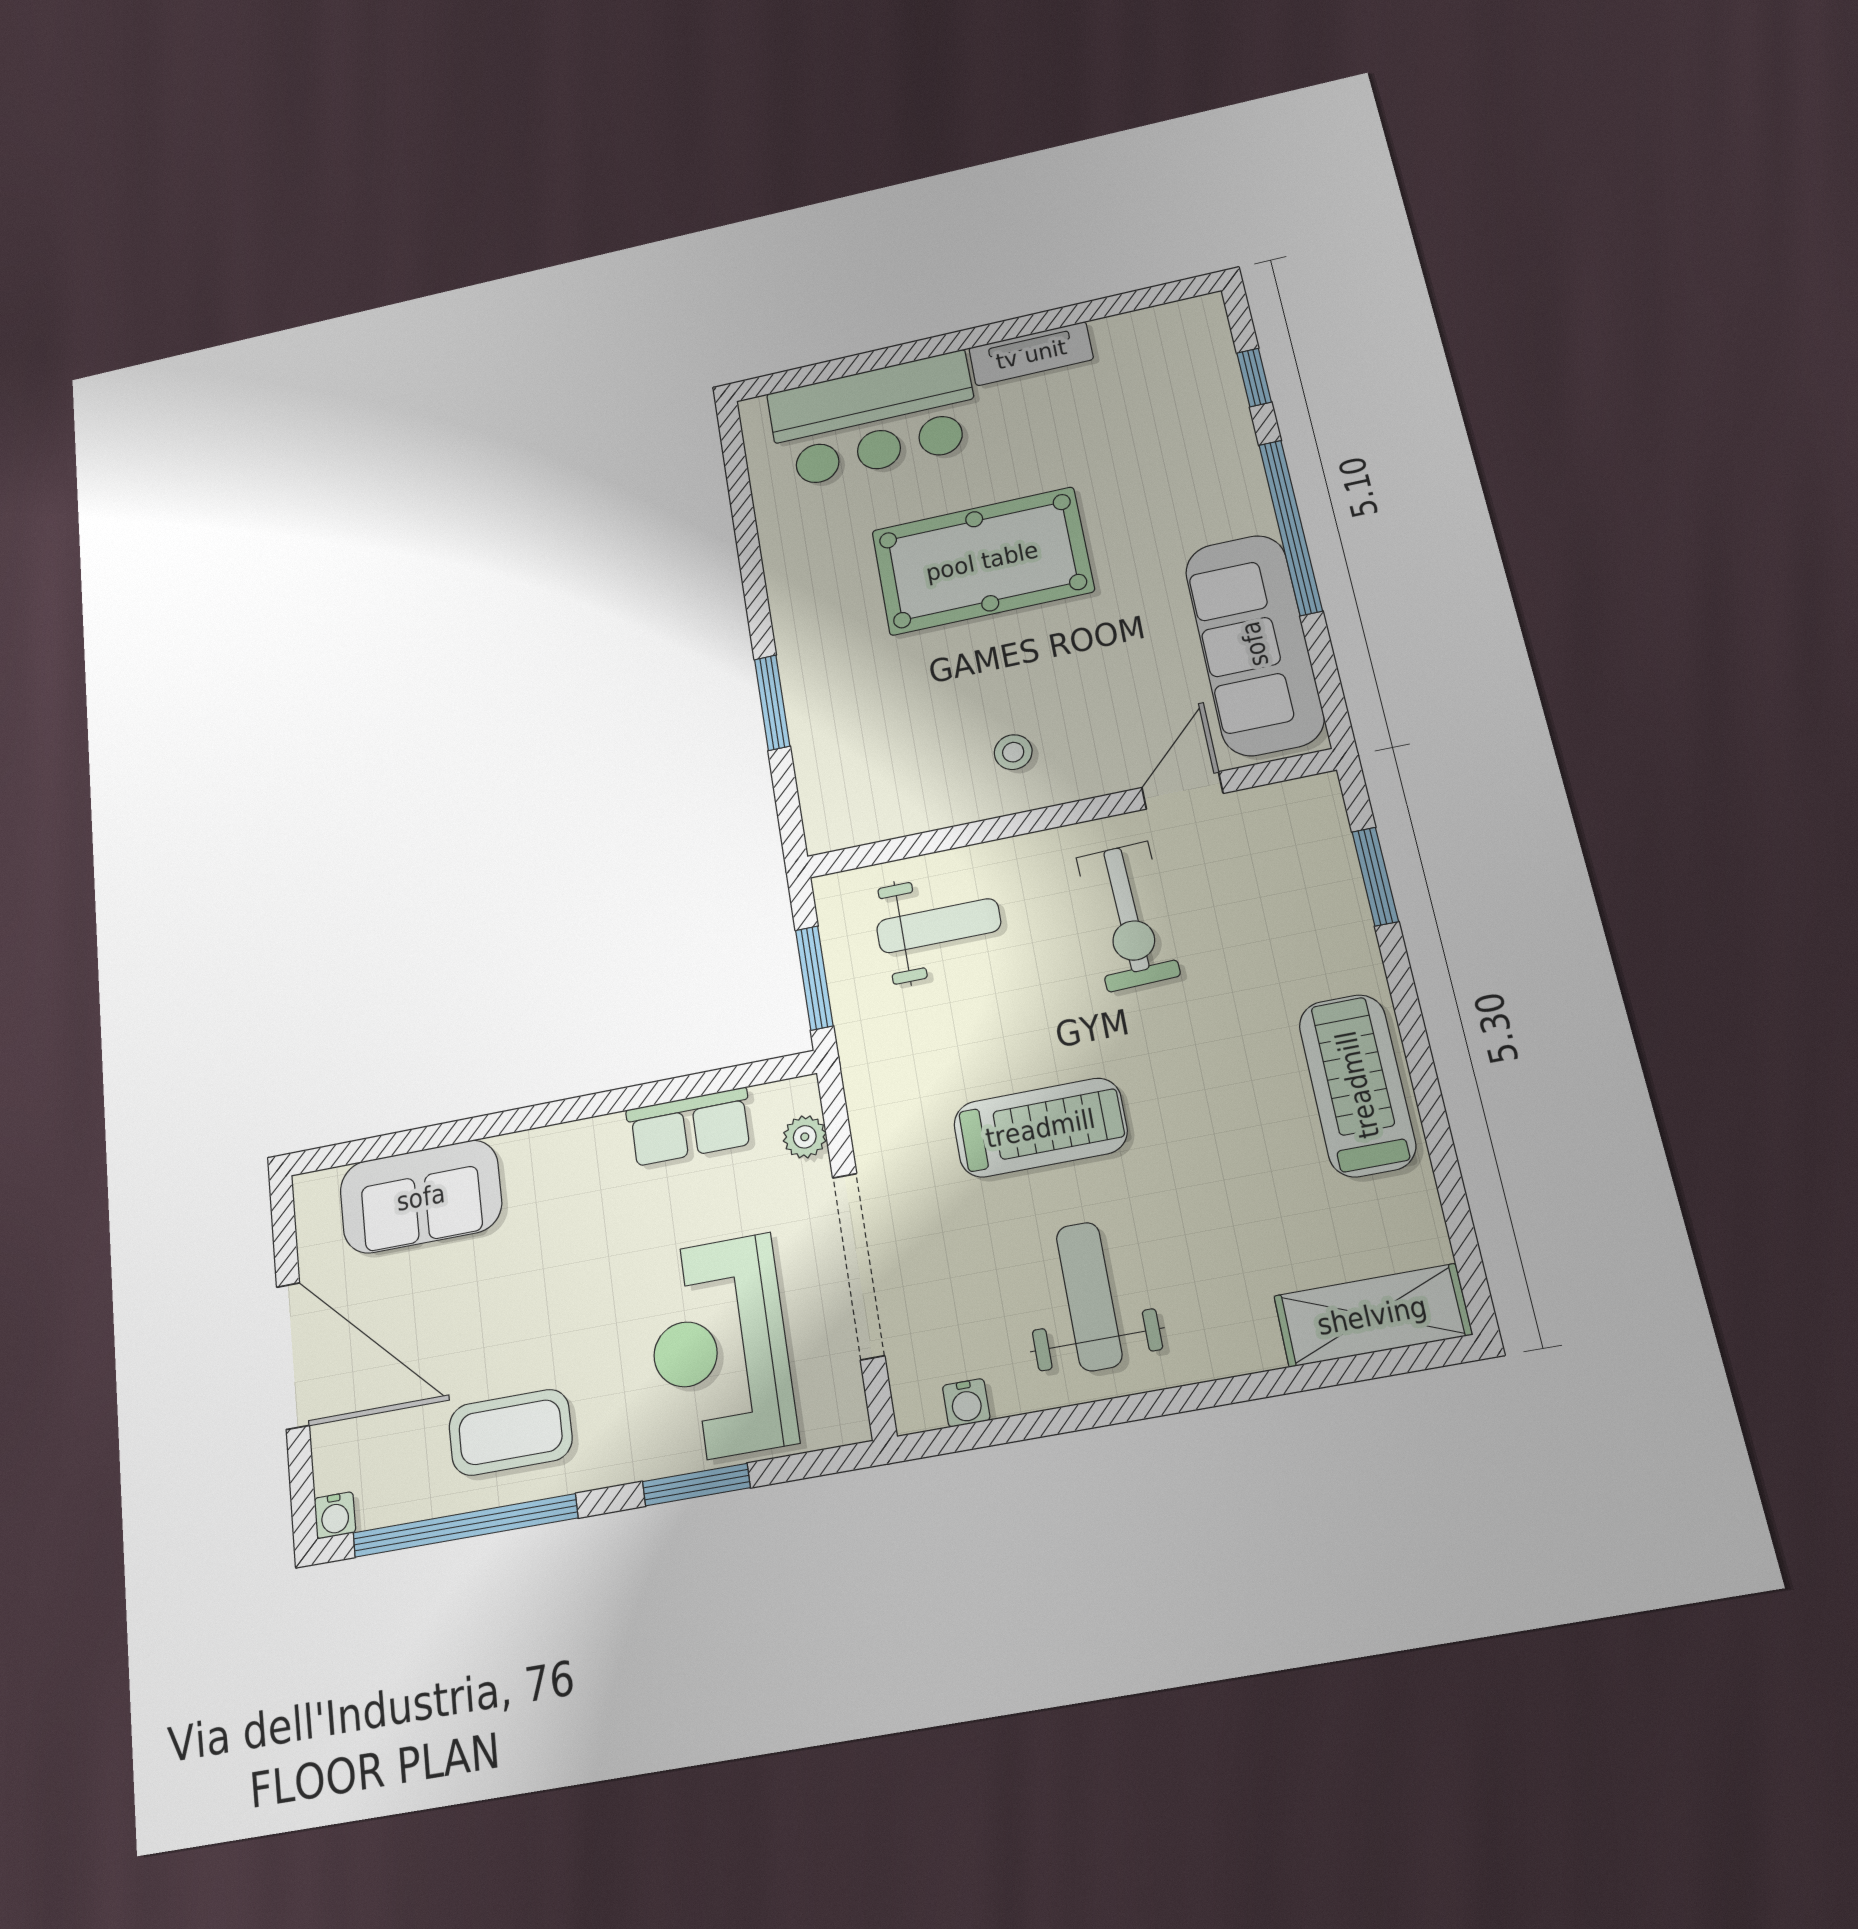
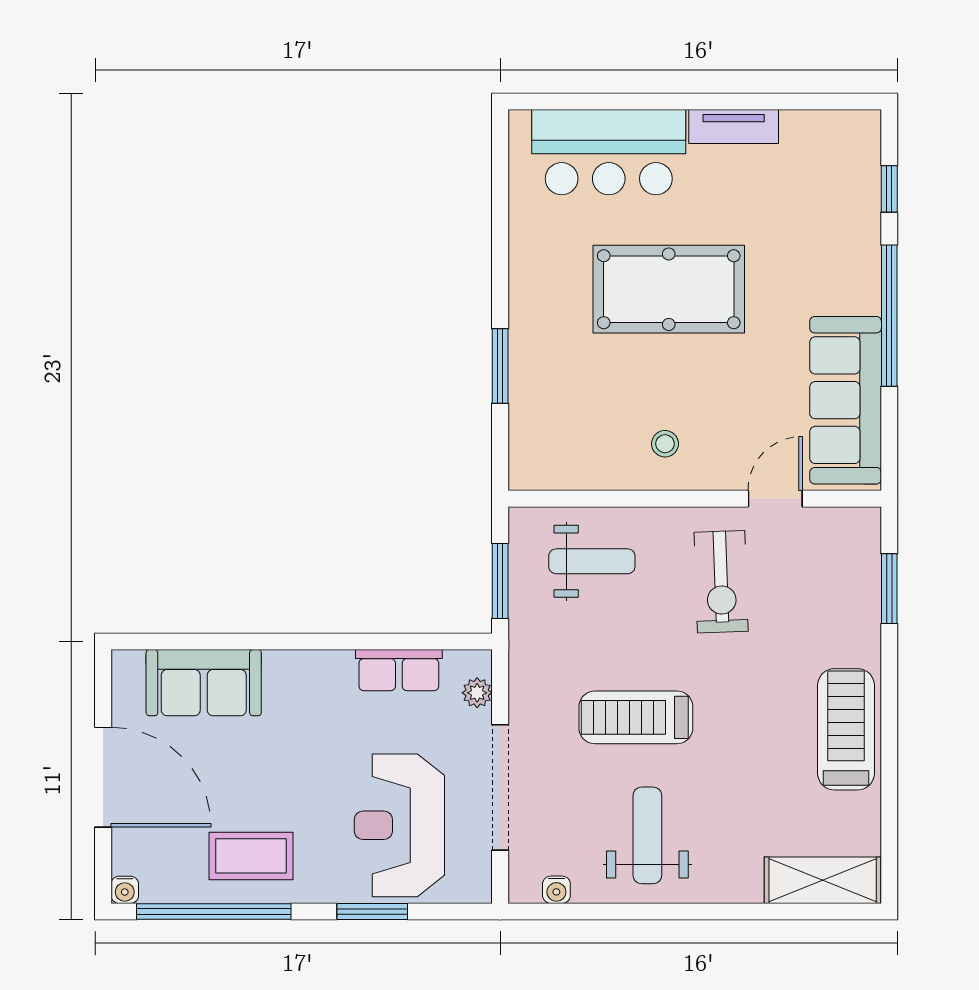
treadmill: (1040, 1128) -> (636, 717), turned 180

